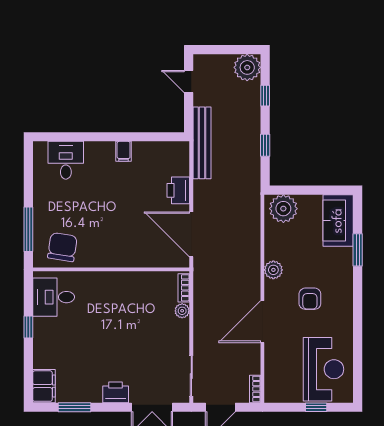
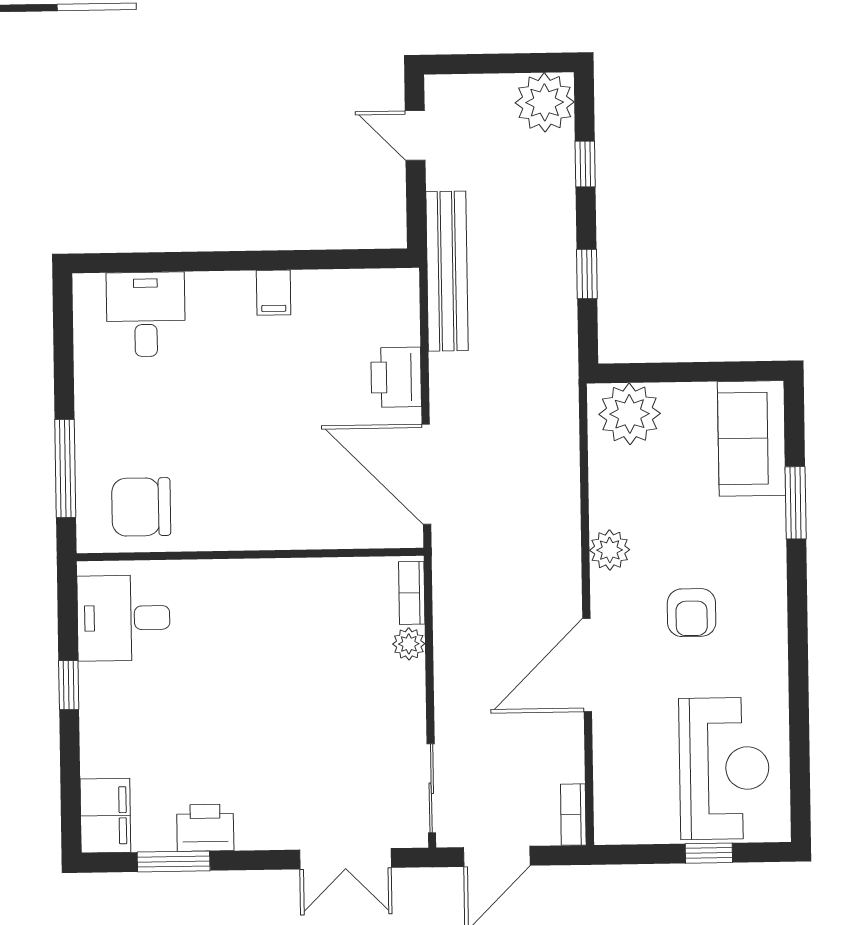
chair: (62, 247) -> (141, 507), turned -99
printer: (116, 392) -> (205, 828), moved

